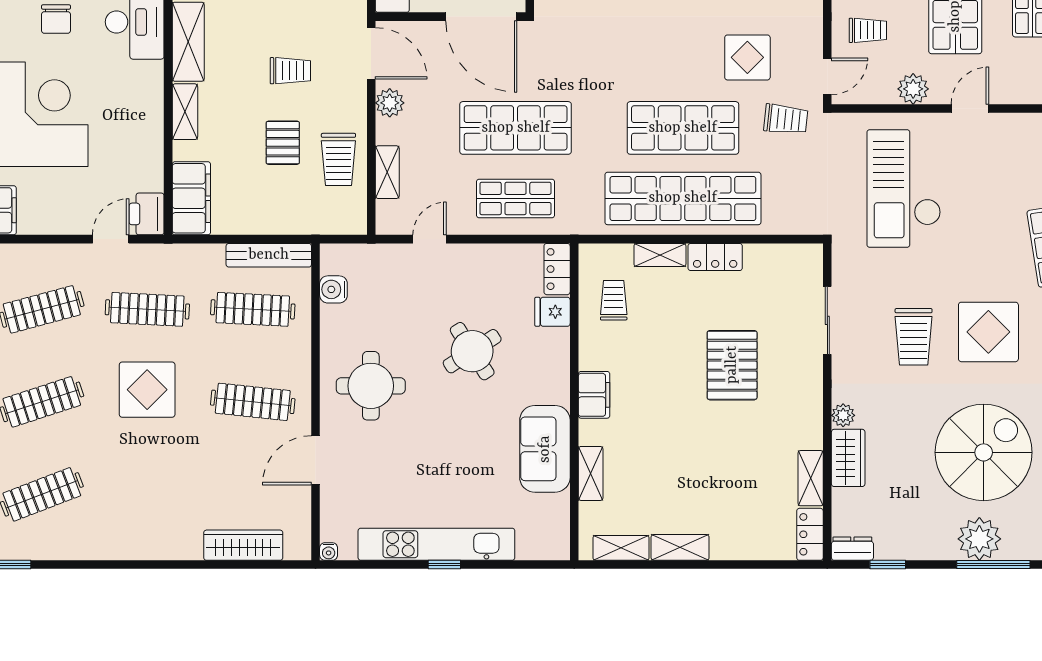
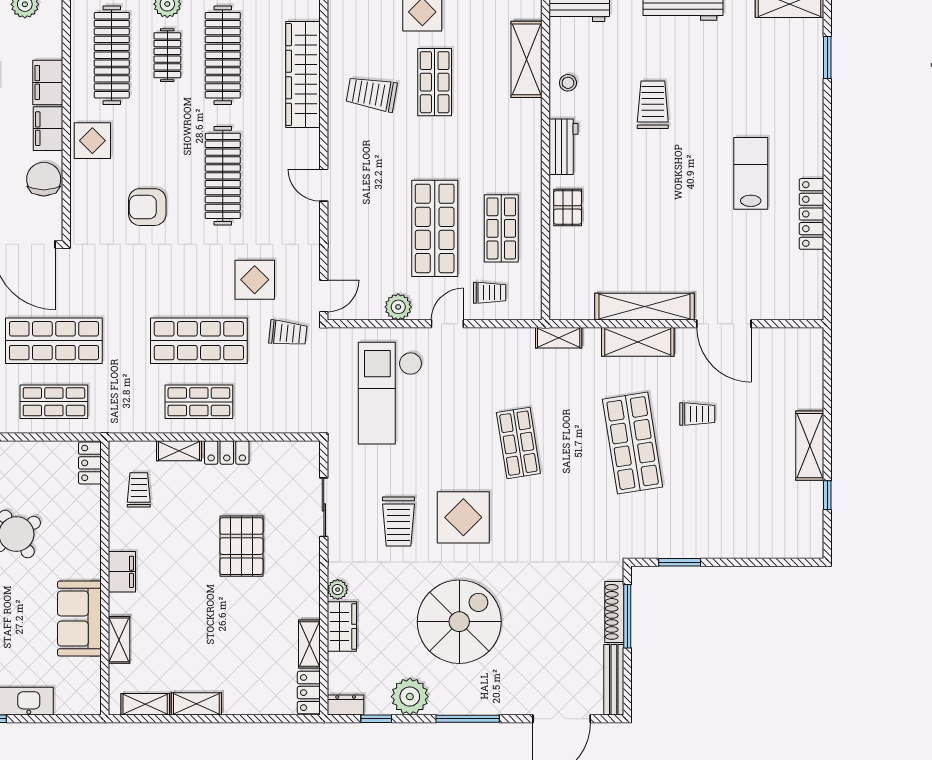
trolley: (868, 30) -> (490, 293), moved
shop shelf: (683, 198) -> (199, 402), width x0.50, depth x0.74
fridge: (552, 312) -> (86, 500), removed
plant: (979, 539) -> (410, 697), moved

